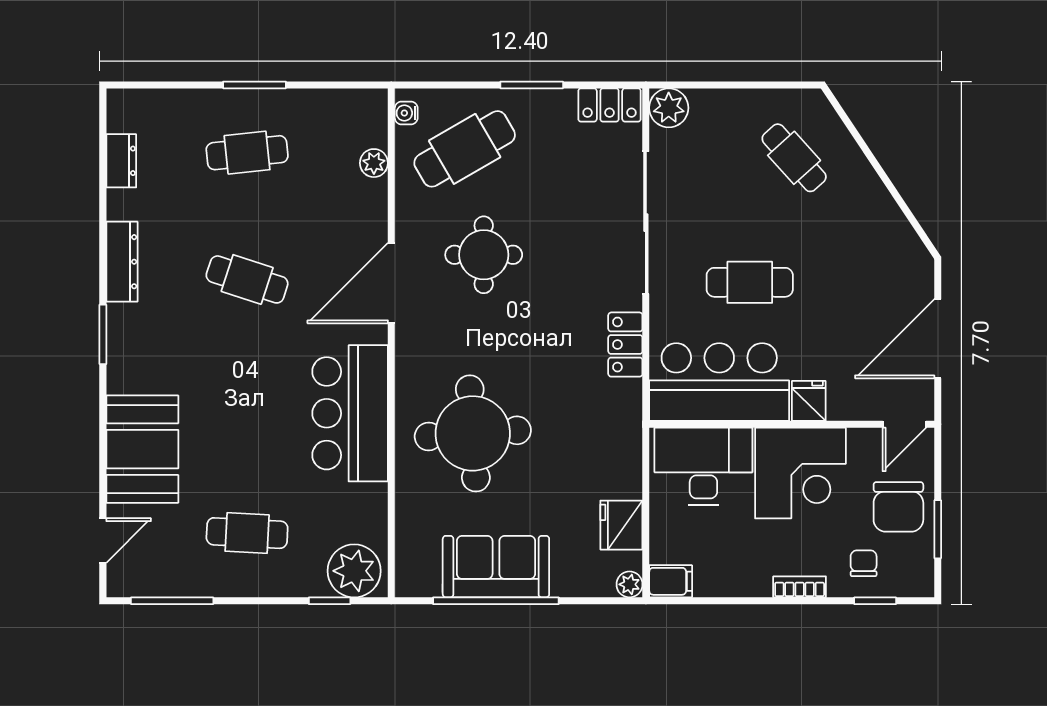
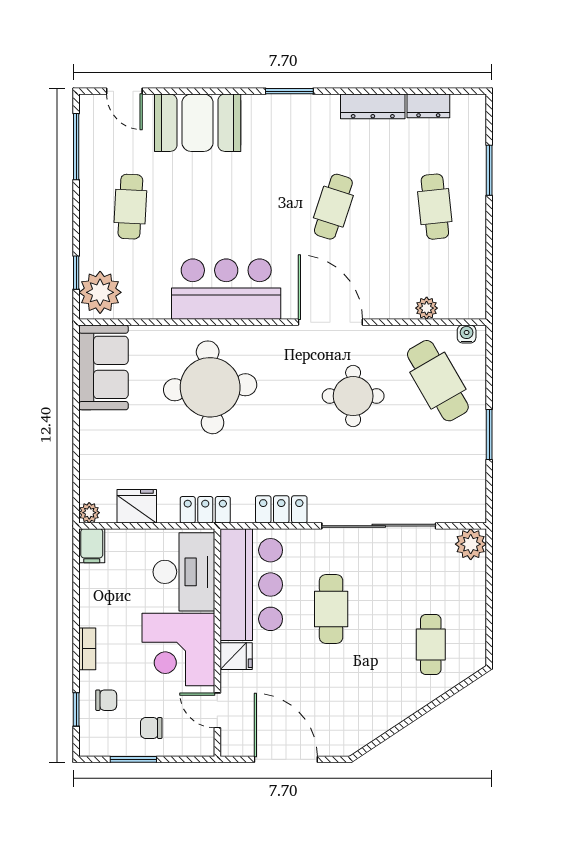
window: (255, 85) -> (489, 170), moved
locker: (609, 105) -> (205, 510), moved, turned 90
cafe table: (794, 158) -> (431, 644), turned -48
dresser: (122, 262) -> (373, 106), moved
door: (904, 424) -> (217, 710), moved
chair: (898, 507) -> (151, 728), width x0.54, depth x0.54
sofa: (496, 567) -> (103, 367), moved
window: (496, 601) -> (76, 406), removed

